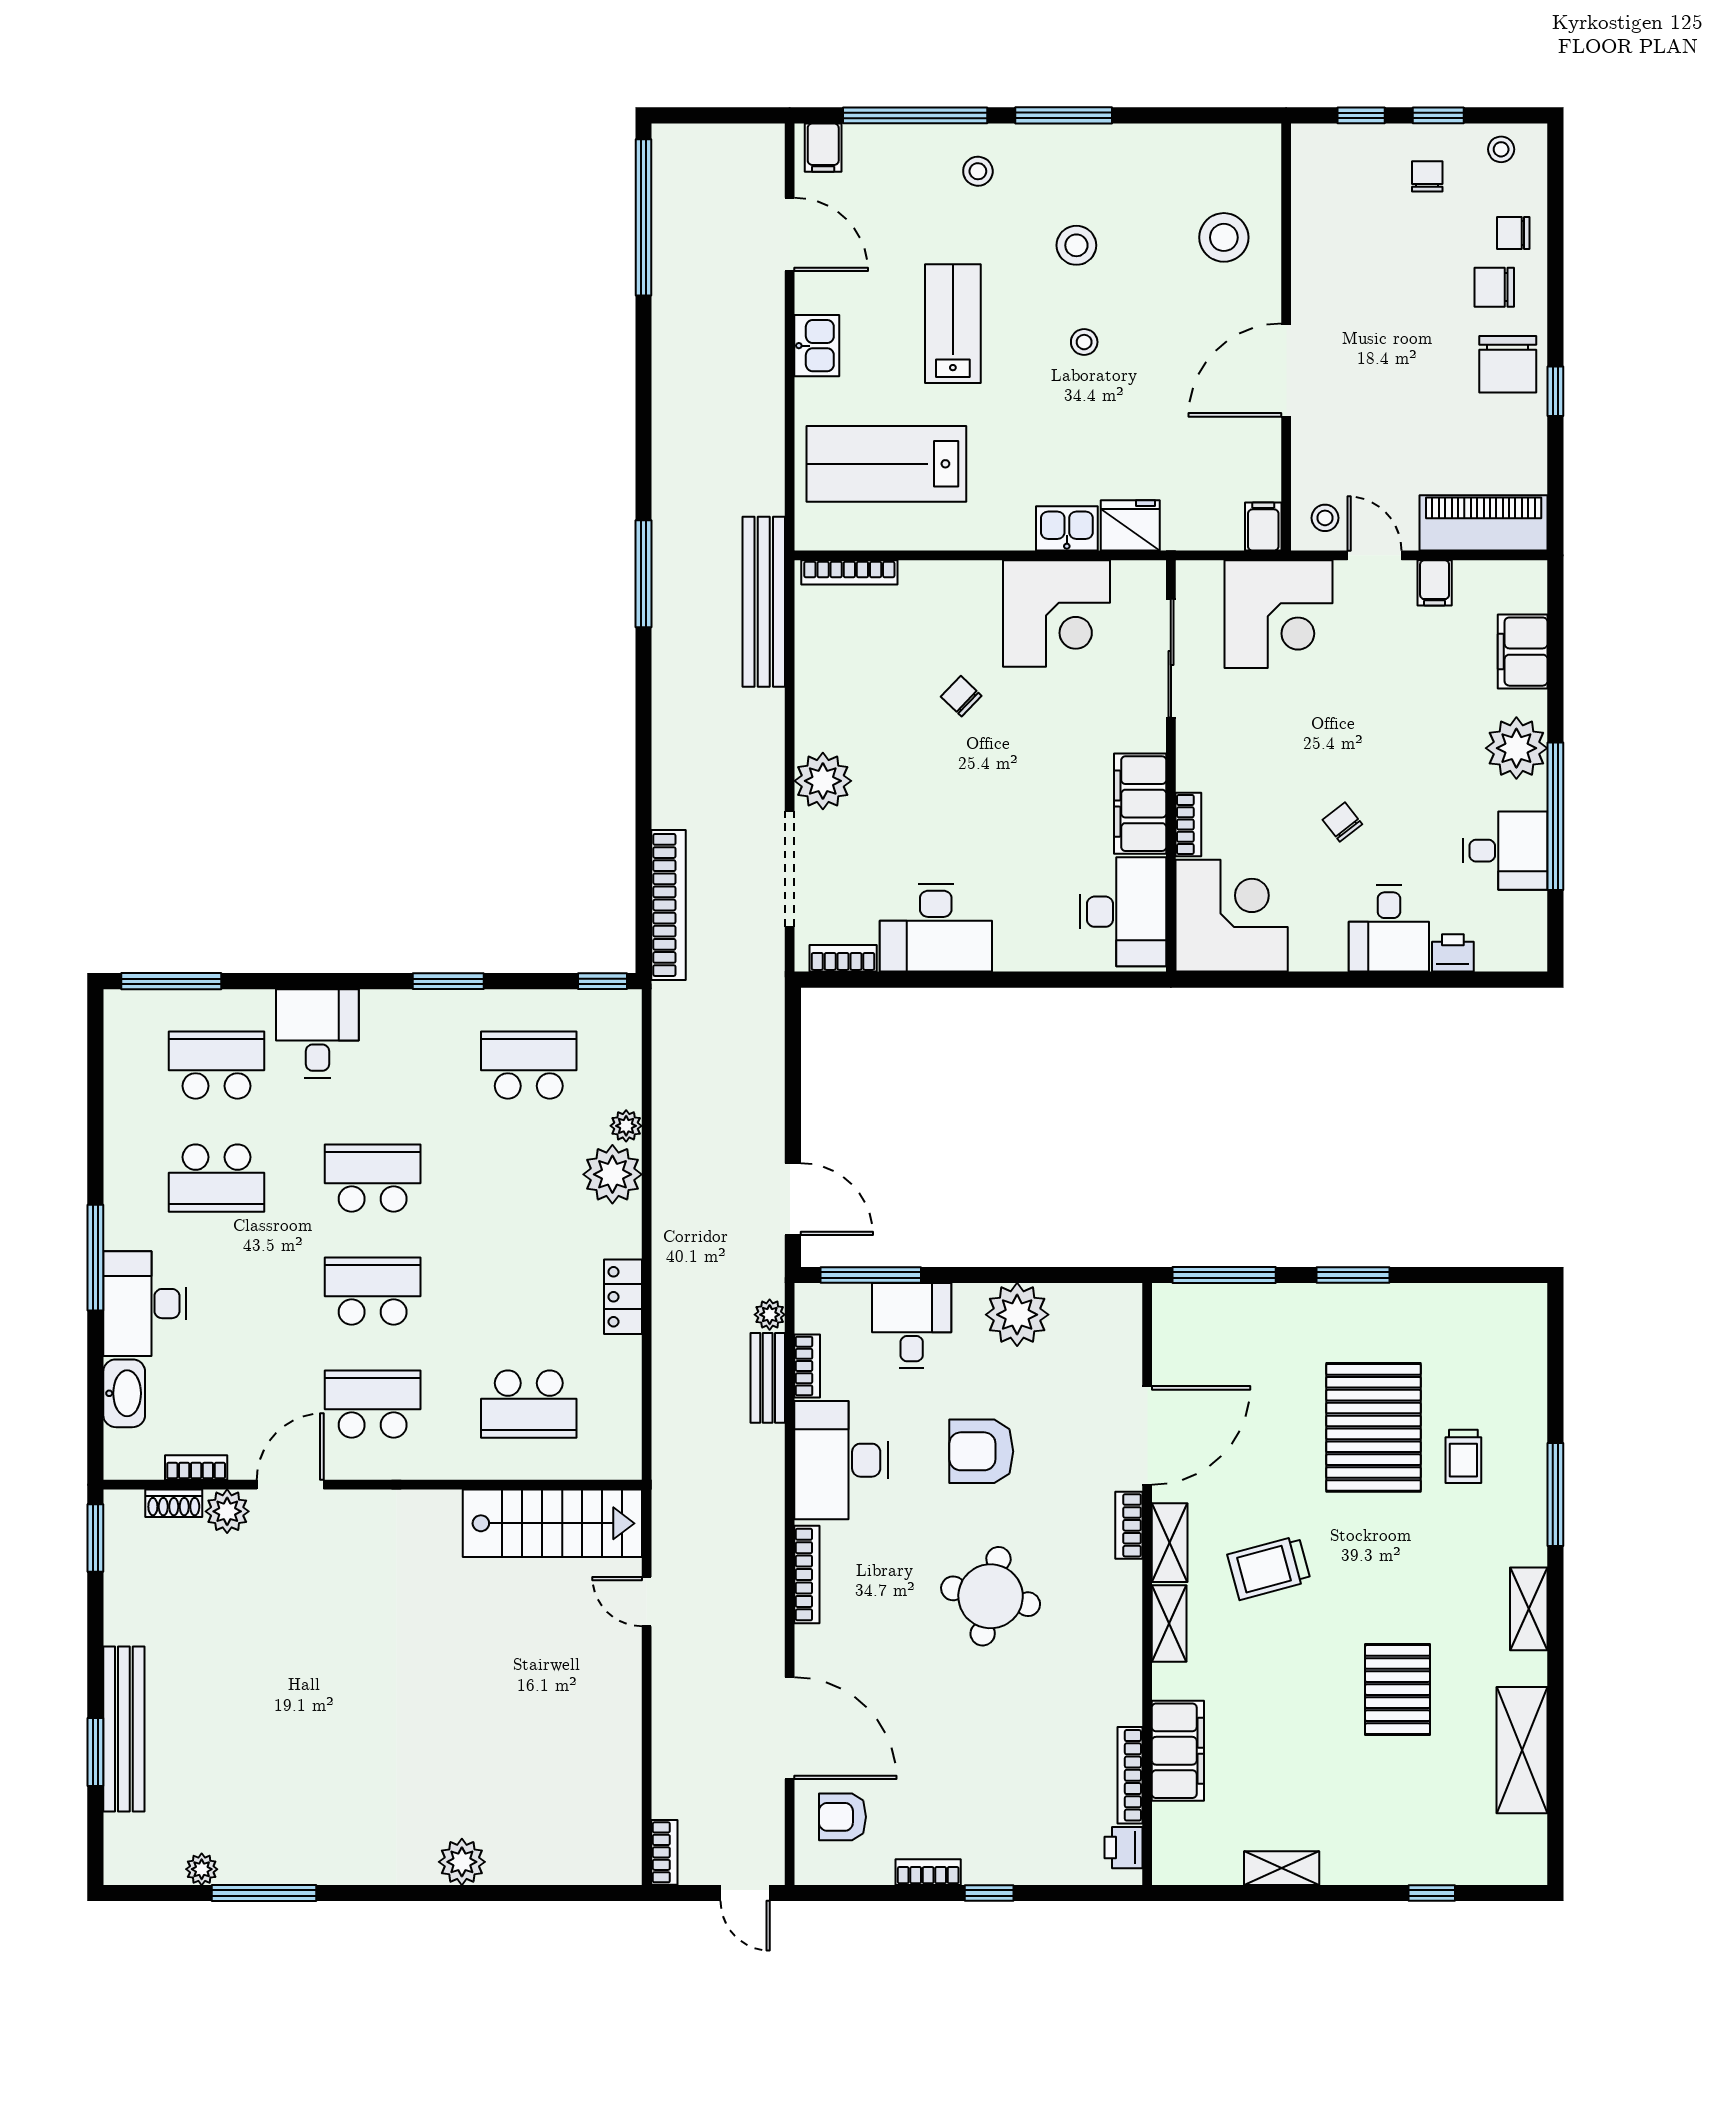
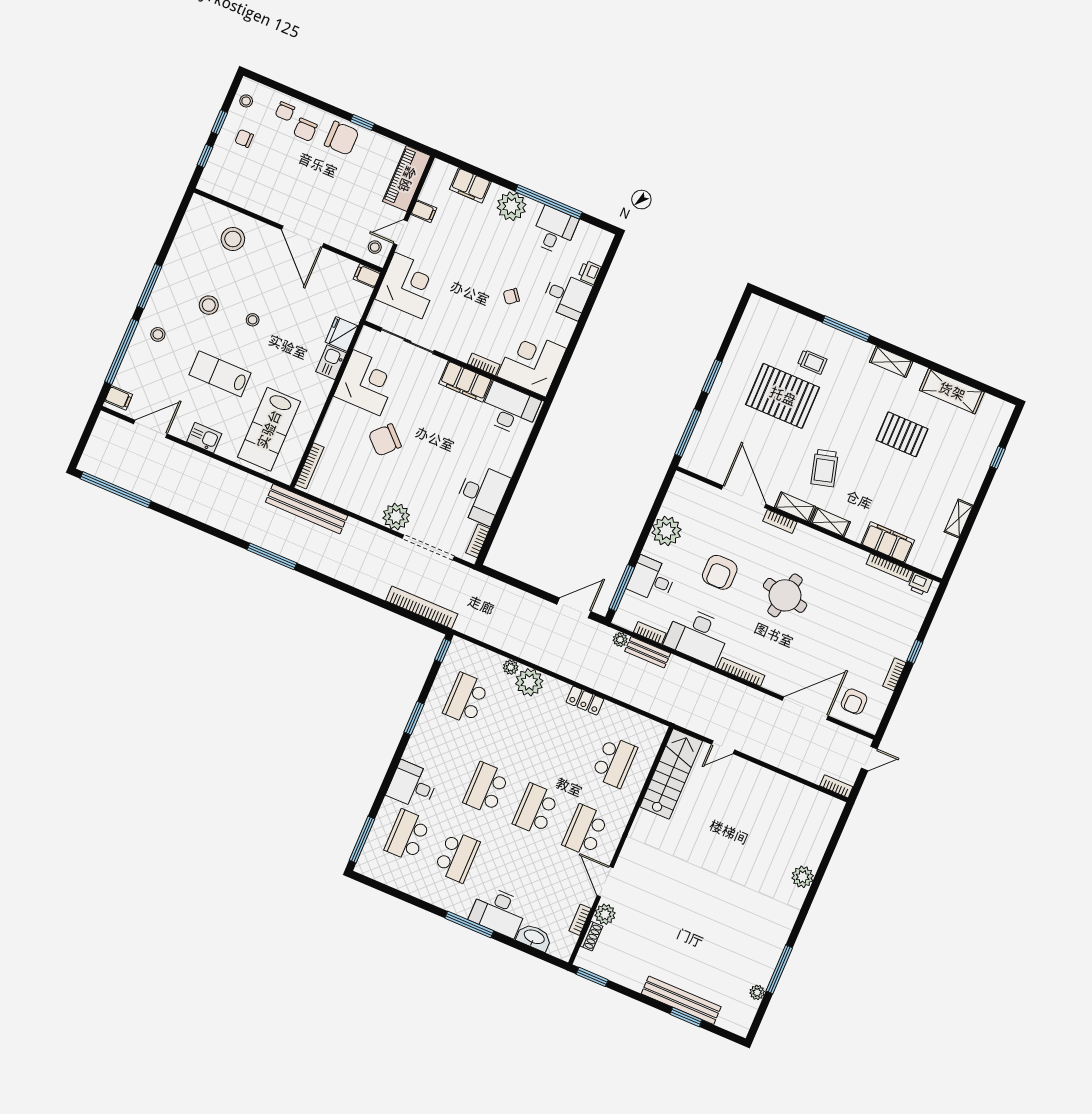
chair: (961, 696) -> (385, 440), width x1.87, depth x1.87

